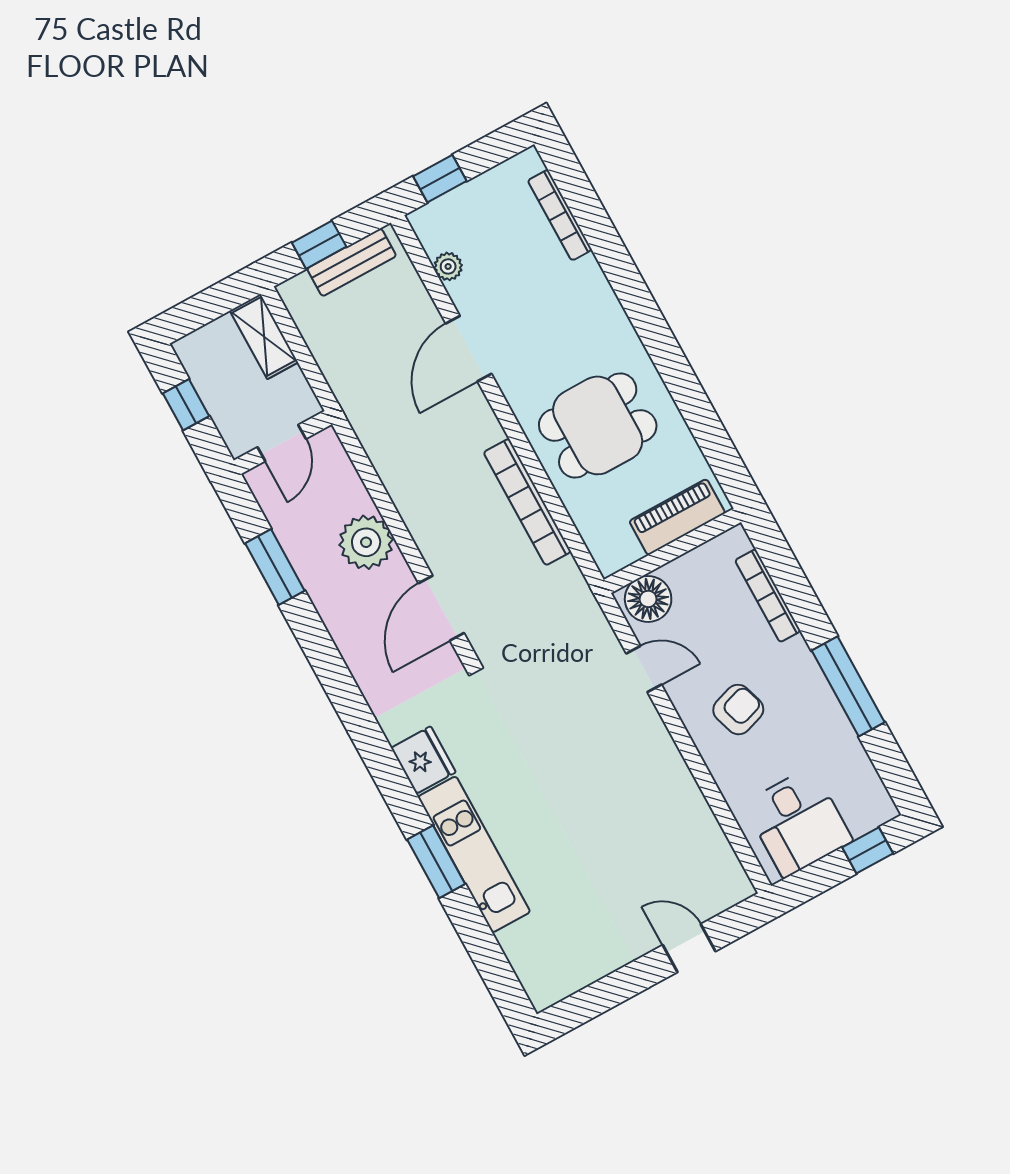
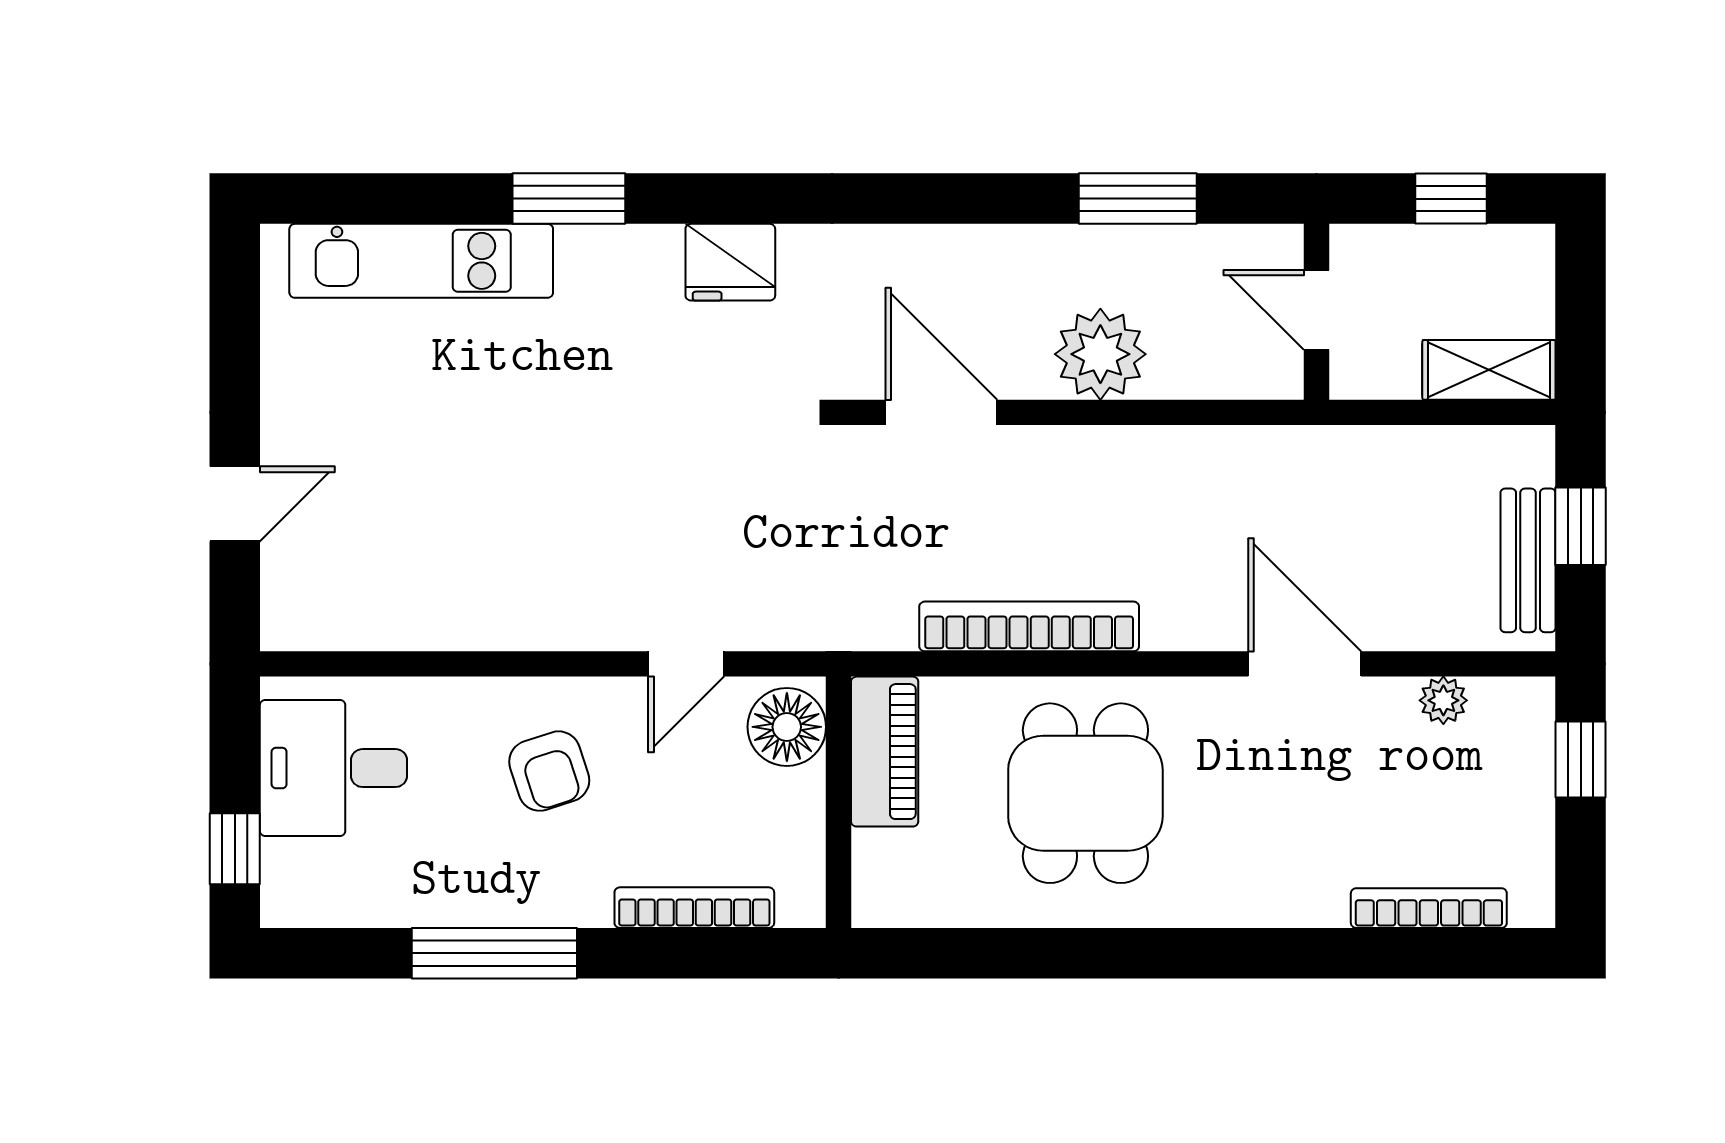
piano: (677, 517) -> (885, 752), moved
kitchen unit: (474, 854) -> (421, 261), moved

